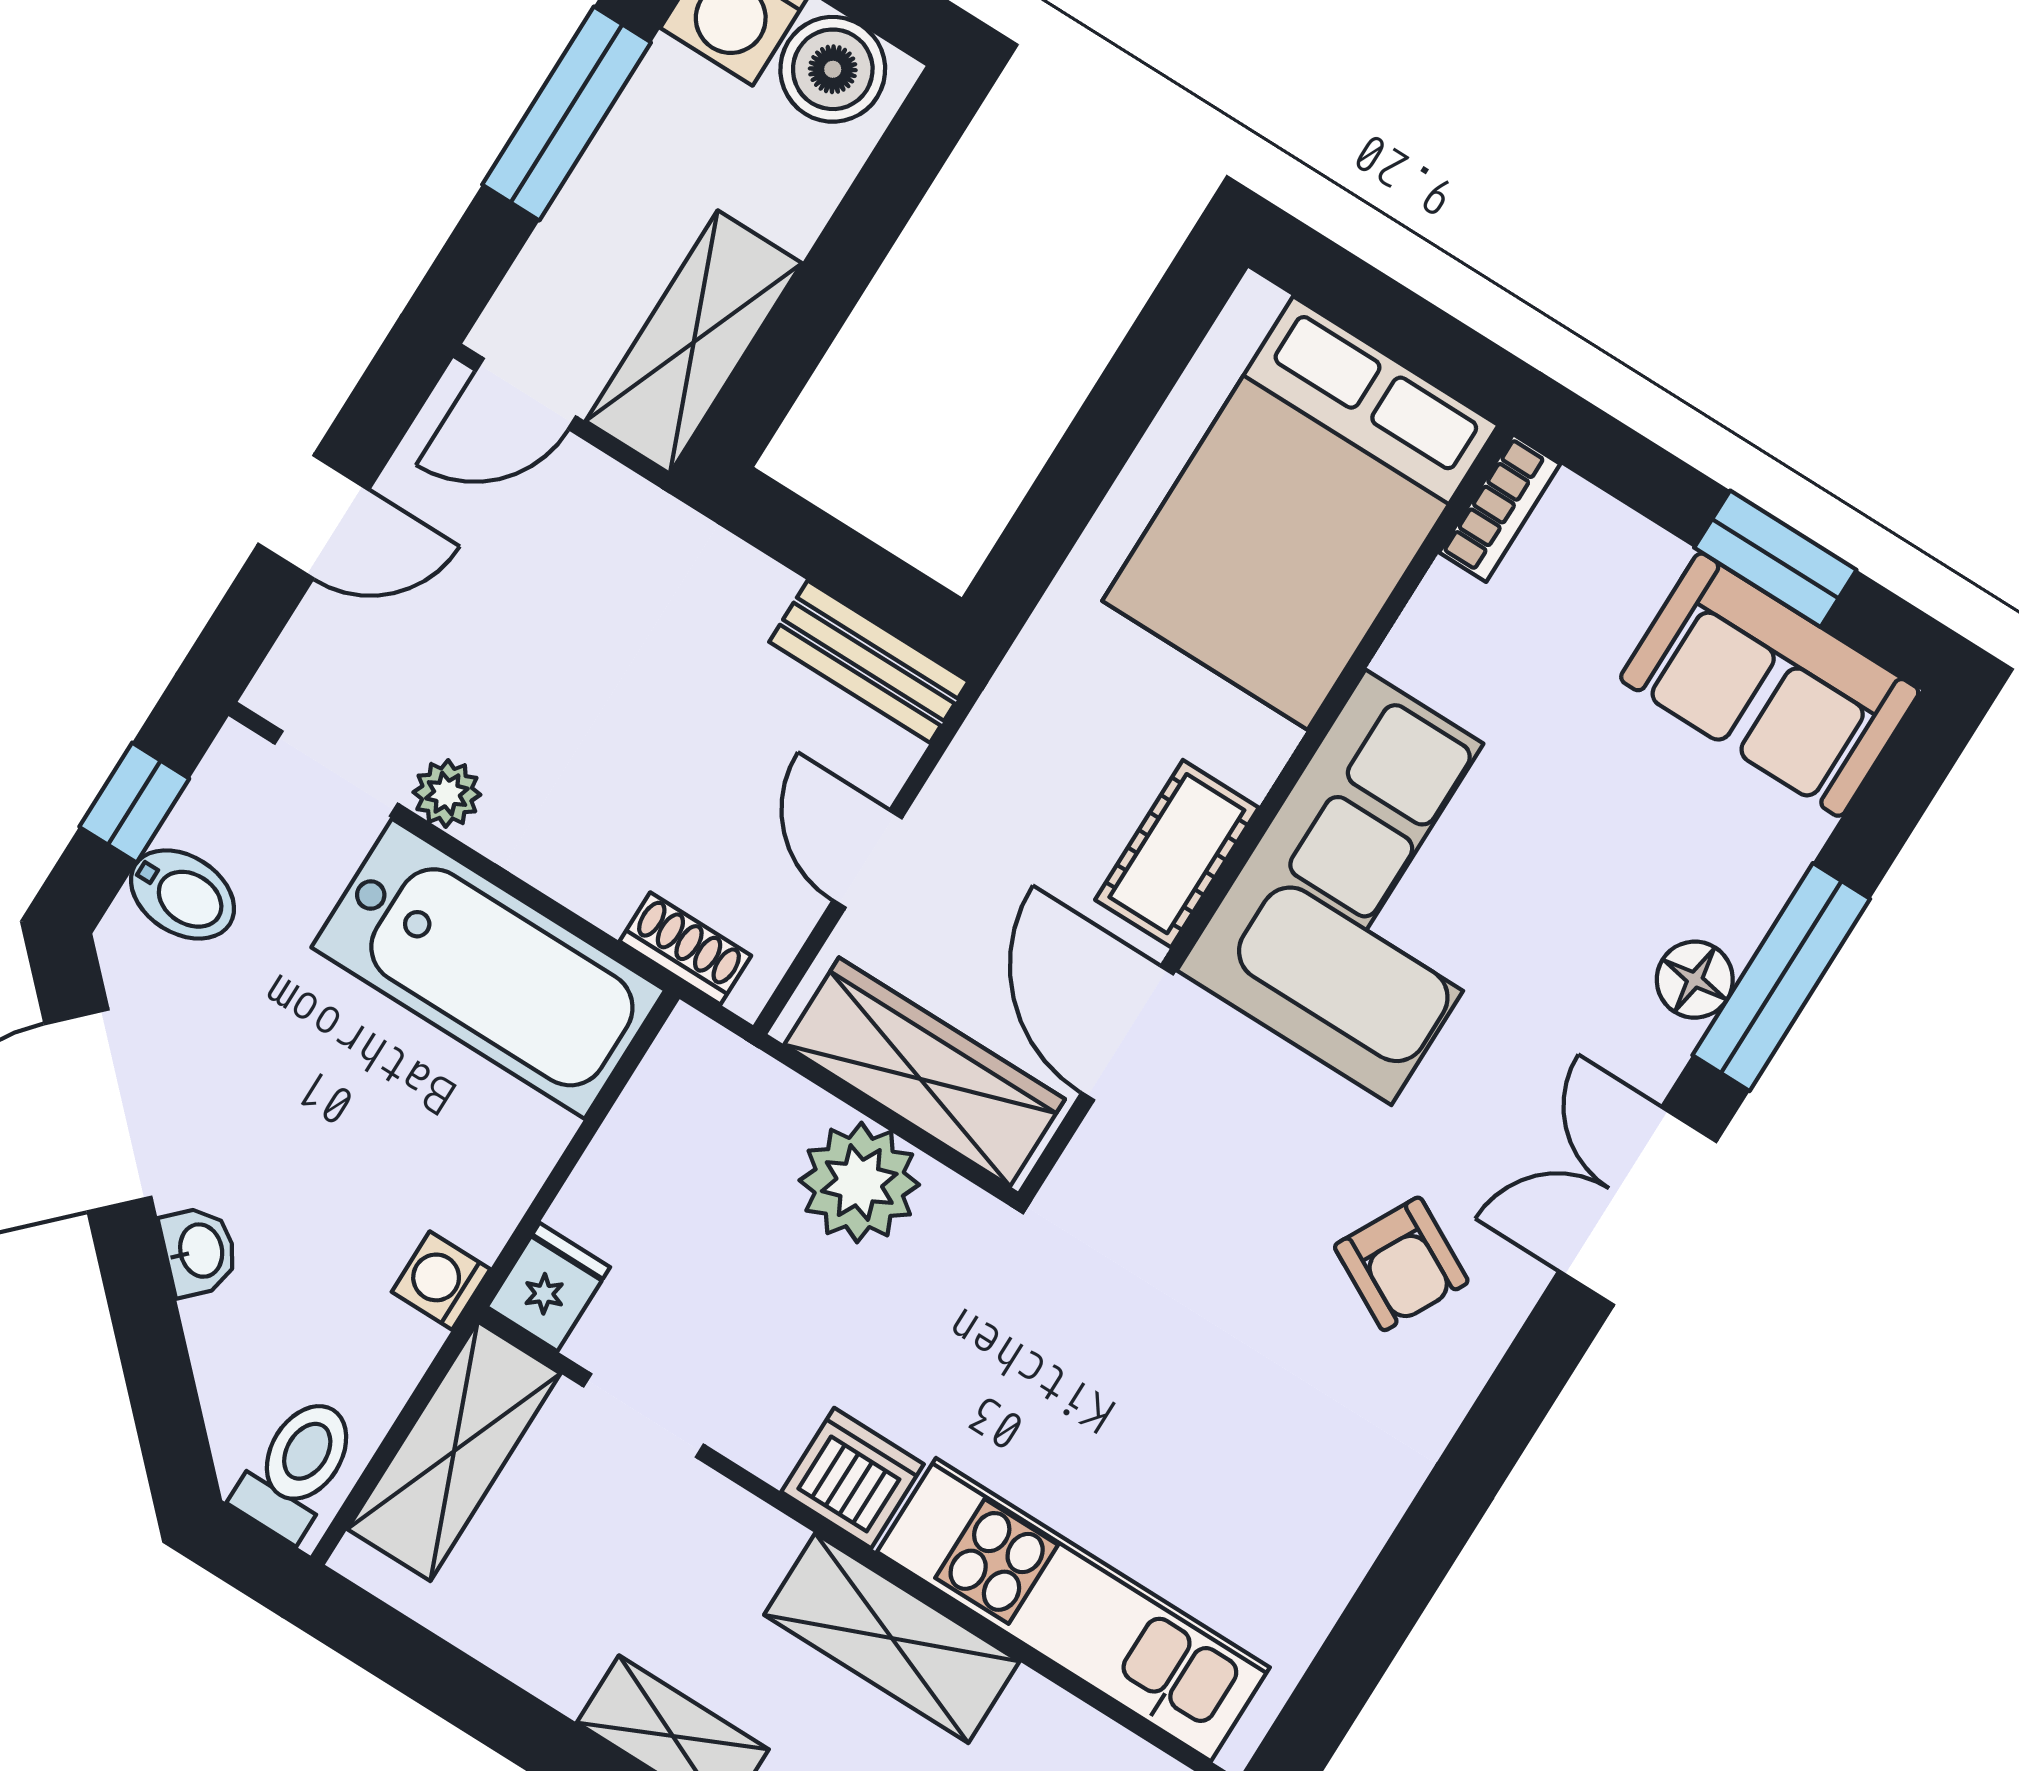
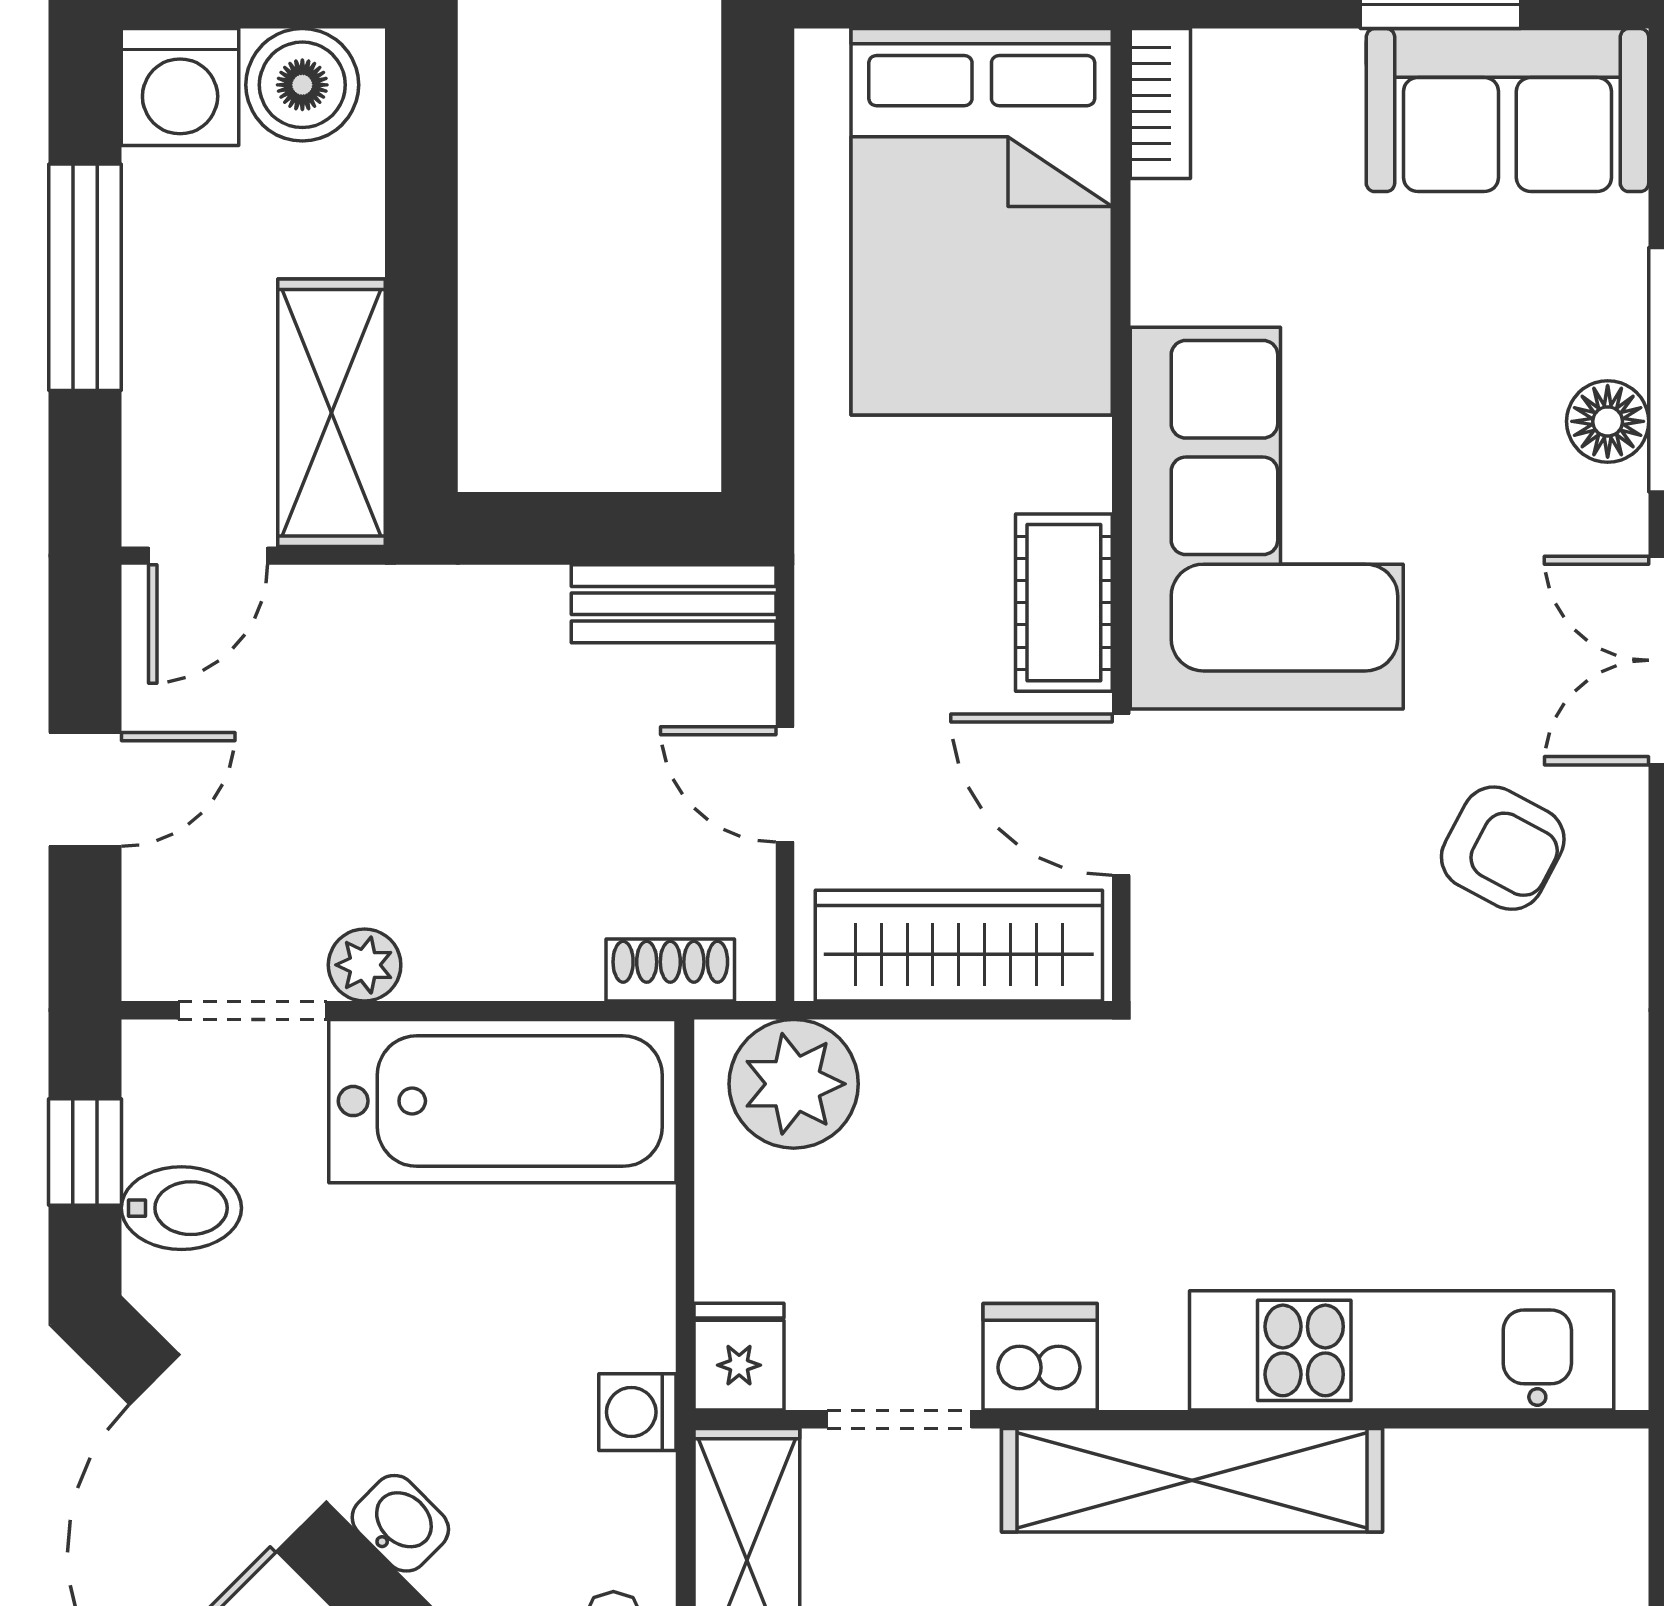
plant: (859, 1183) -> (794, 1084), moved
dishwasher: (853, 1478) -> (1040, 1357), moved
shelving: (892, 1638) -> (1192, 1480), width x1.47

